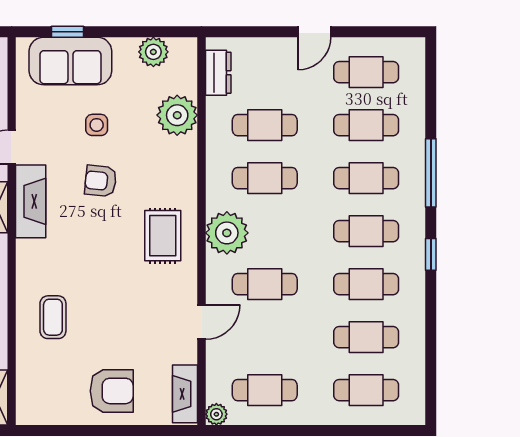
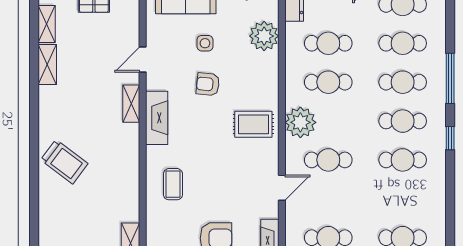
fireplace: (31, 201) -> (157, 118), moved
rug: (163, 236) -> (253, 124), turned 90
cafe table: (366, 337) -> (403, 199), removed

